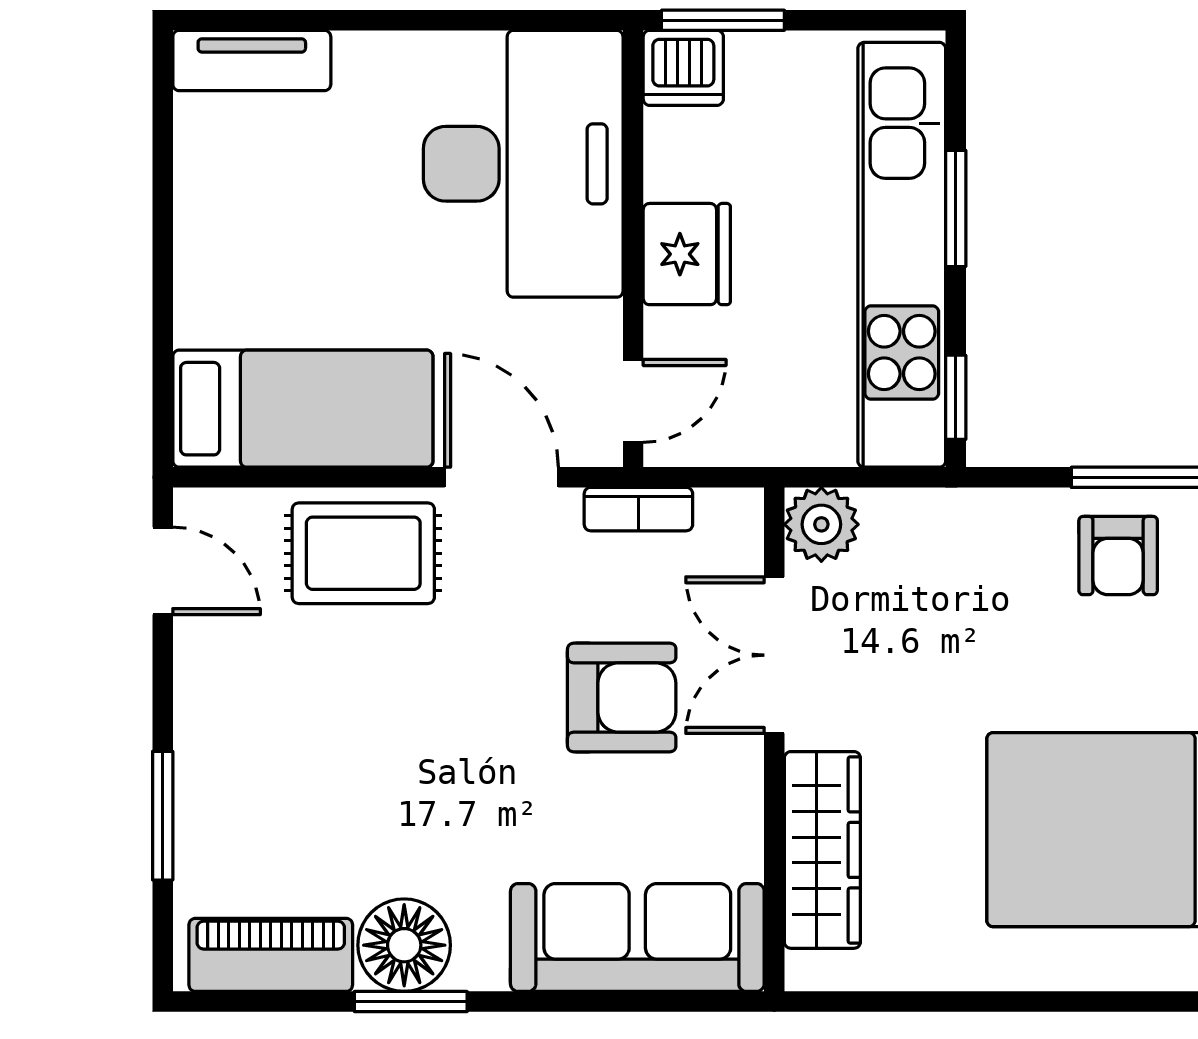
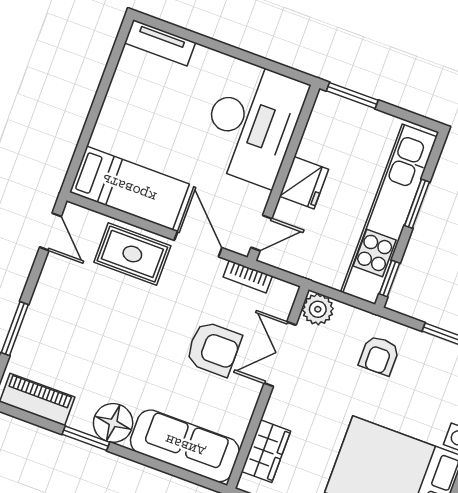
dishwasher: (683, 68) -> (330, 109), removed
armchair: (1118, 556) -> (379, 356), moved
wardrobe: (822, 850) -> (266, 451), width x0.67
floor lamp: (404, 945) -> (113, 423), moved

